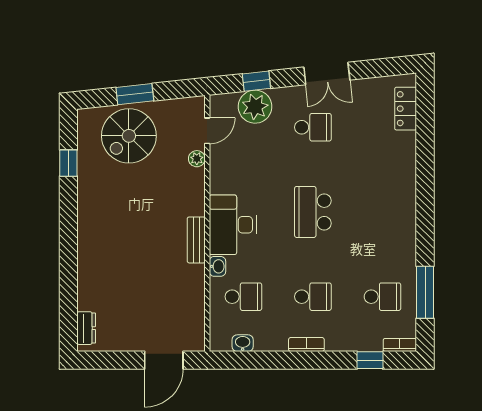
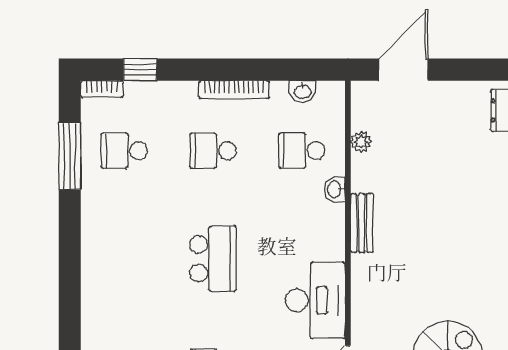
plant: (197, 159) -> (361, 142), moved
desk: (233, 225) -> (315, 300), moved
bookcase: (306, 344) -> (234, 90), width x1.56

